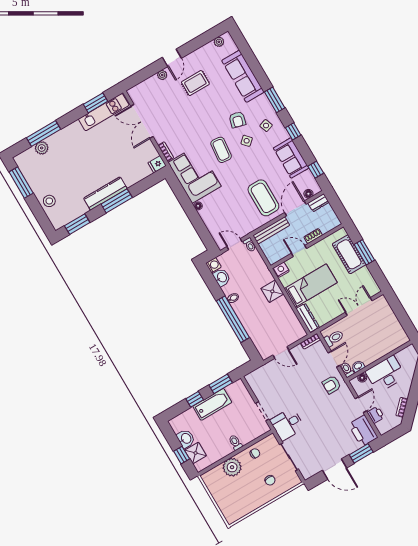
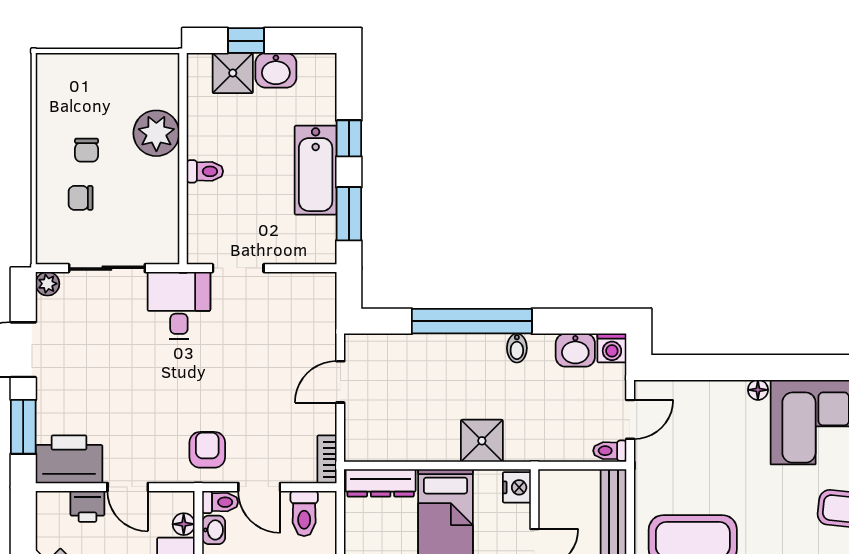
chair: (255, 453) -> (87, 150), moved
plant: (307, 474) -> (47, 284), added

